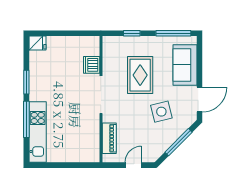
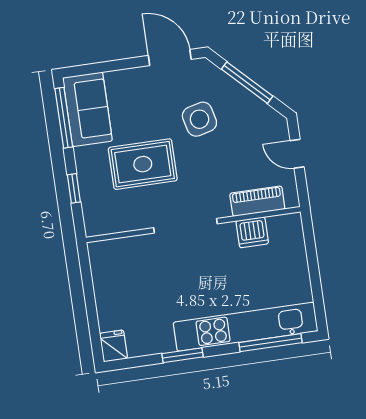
dishwasher: (92, 65) -> (252, 232), moved
sofa: (185, 65) -> (88, 109), moved, turned -90
window: (26, 119) -> (270, 343), moved
kitchen unit: (38, 132) -> (245, 327), width x1.36

